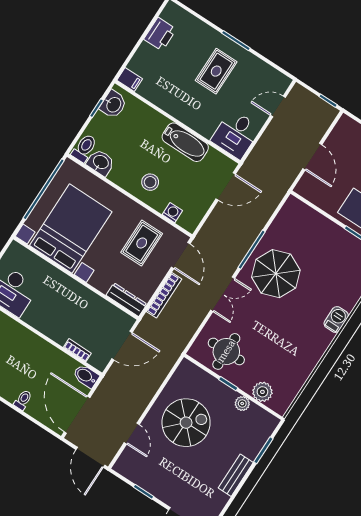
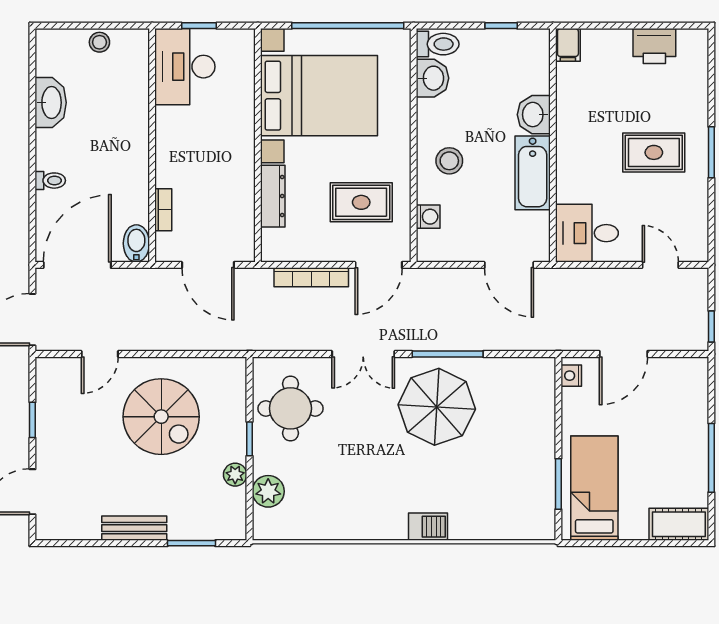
washbasin: (113, 104) -> (534, 115), moved, turned 90
nightstand: (306, 192) -> (571, 376), added
dresser: (126, 300) -> (273, 196), moved

